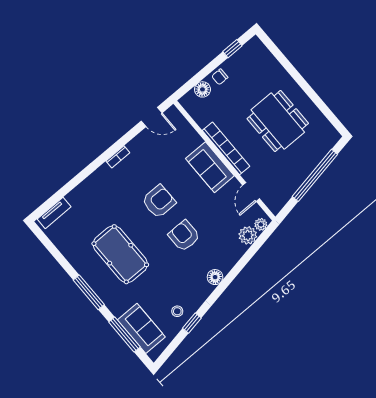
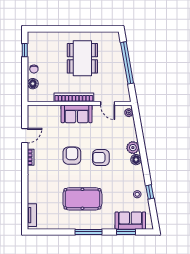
door: (152, 117) -> (25, 136), moved
dining table: (278, 121) -> (82, 58), turned 90
plant: (248, 235) -> (133, 148), moved
window: (124, 335) -> (126, 232), width x0.69

